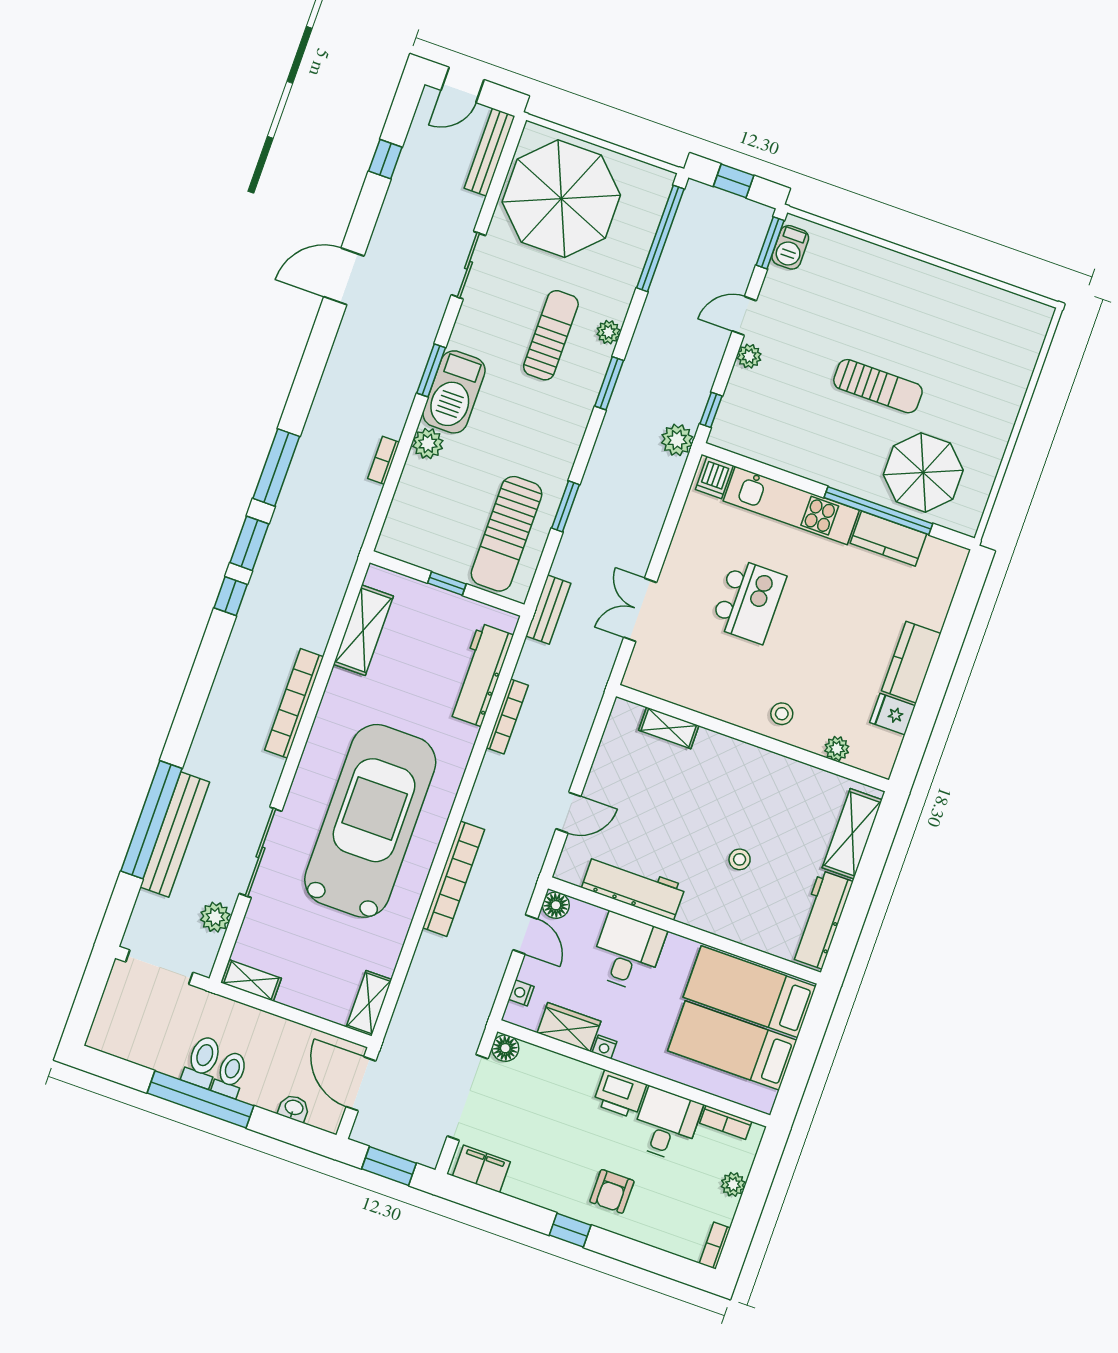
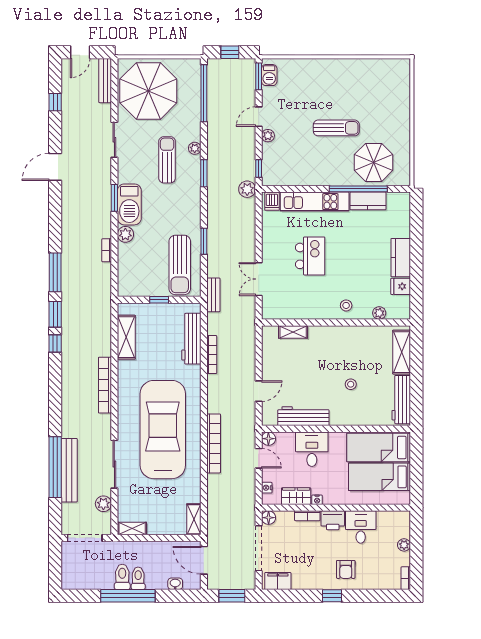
bookcase: (726, 1122) -> (307, 516), moved

